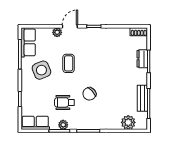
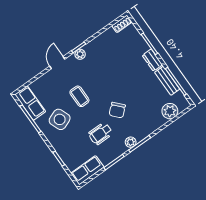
plant: (57, 32) -> (80, 54), moved
dresser: (142, 59) -> (152, 60), moved
plant: (63, 125) -> (131, 142), moved

